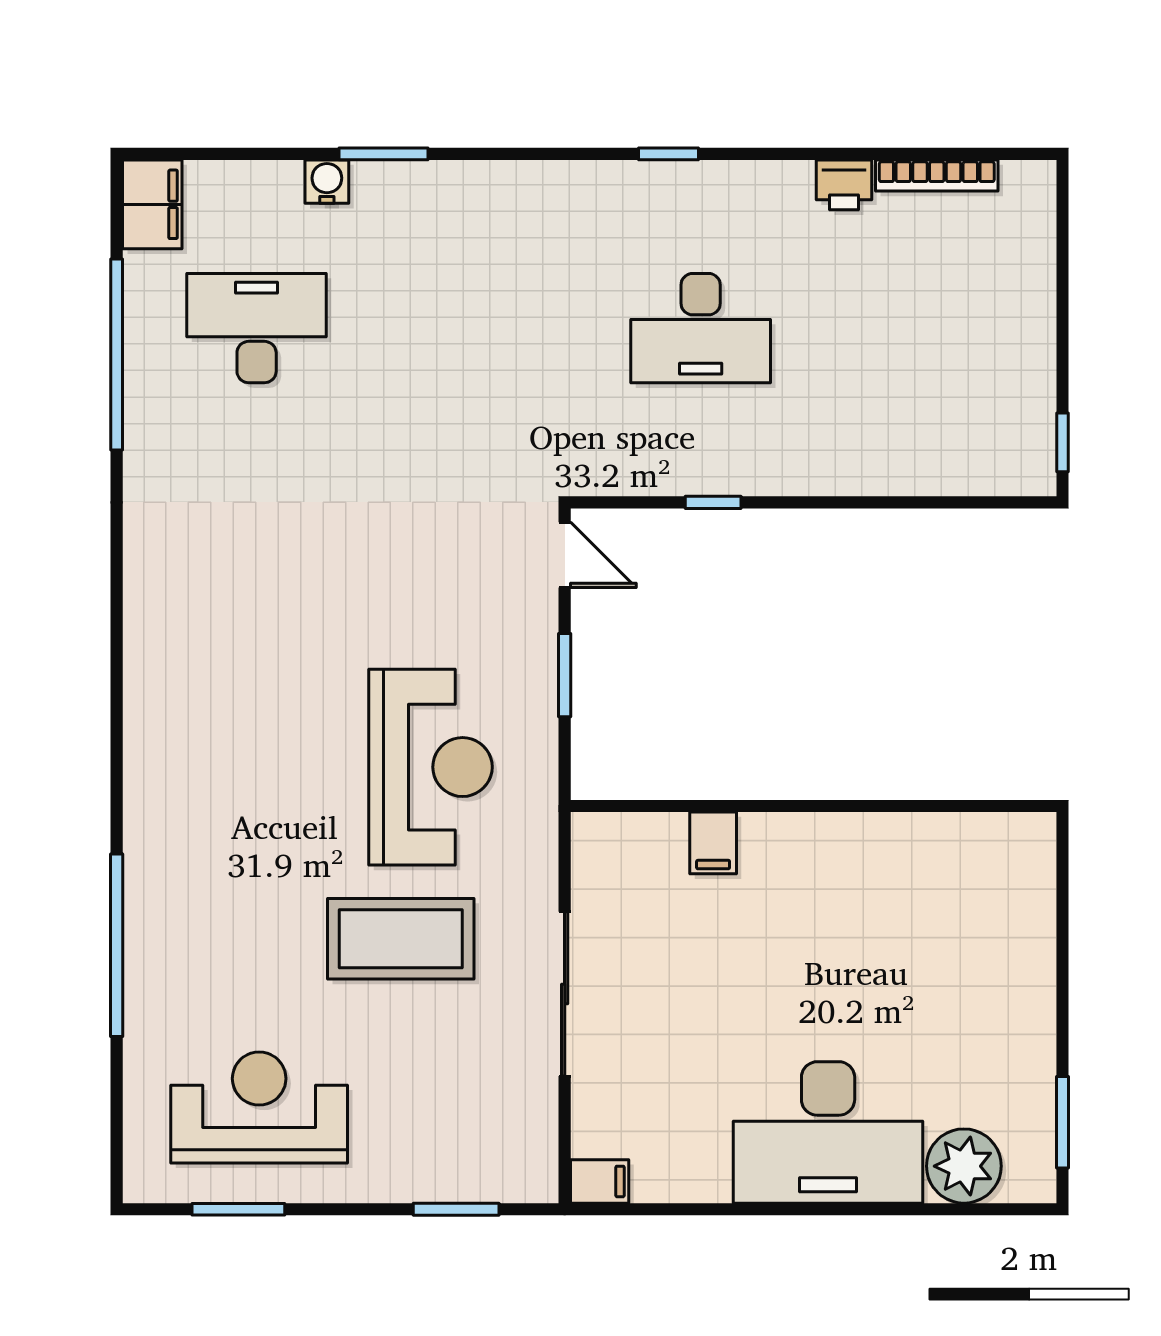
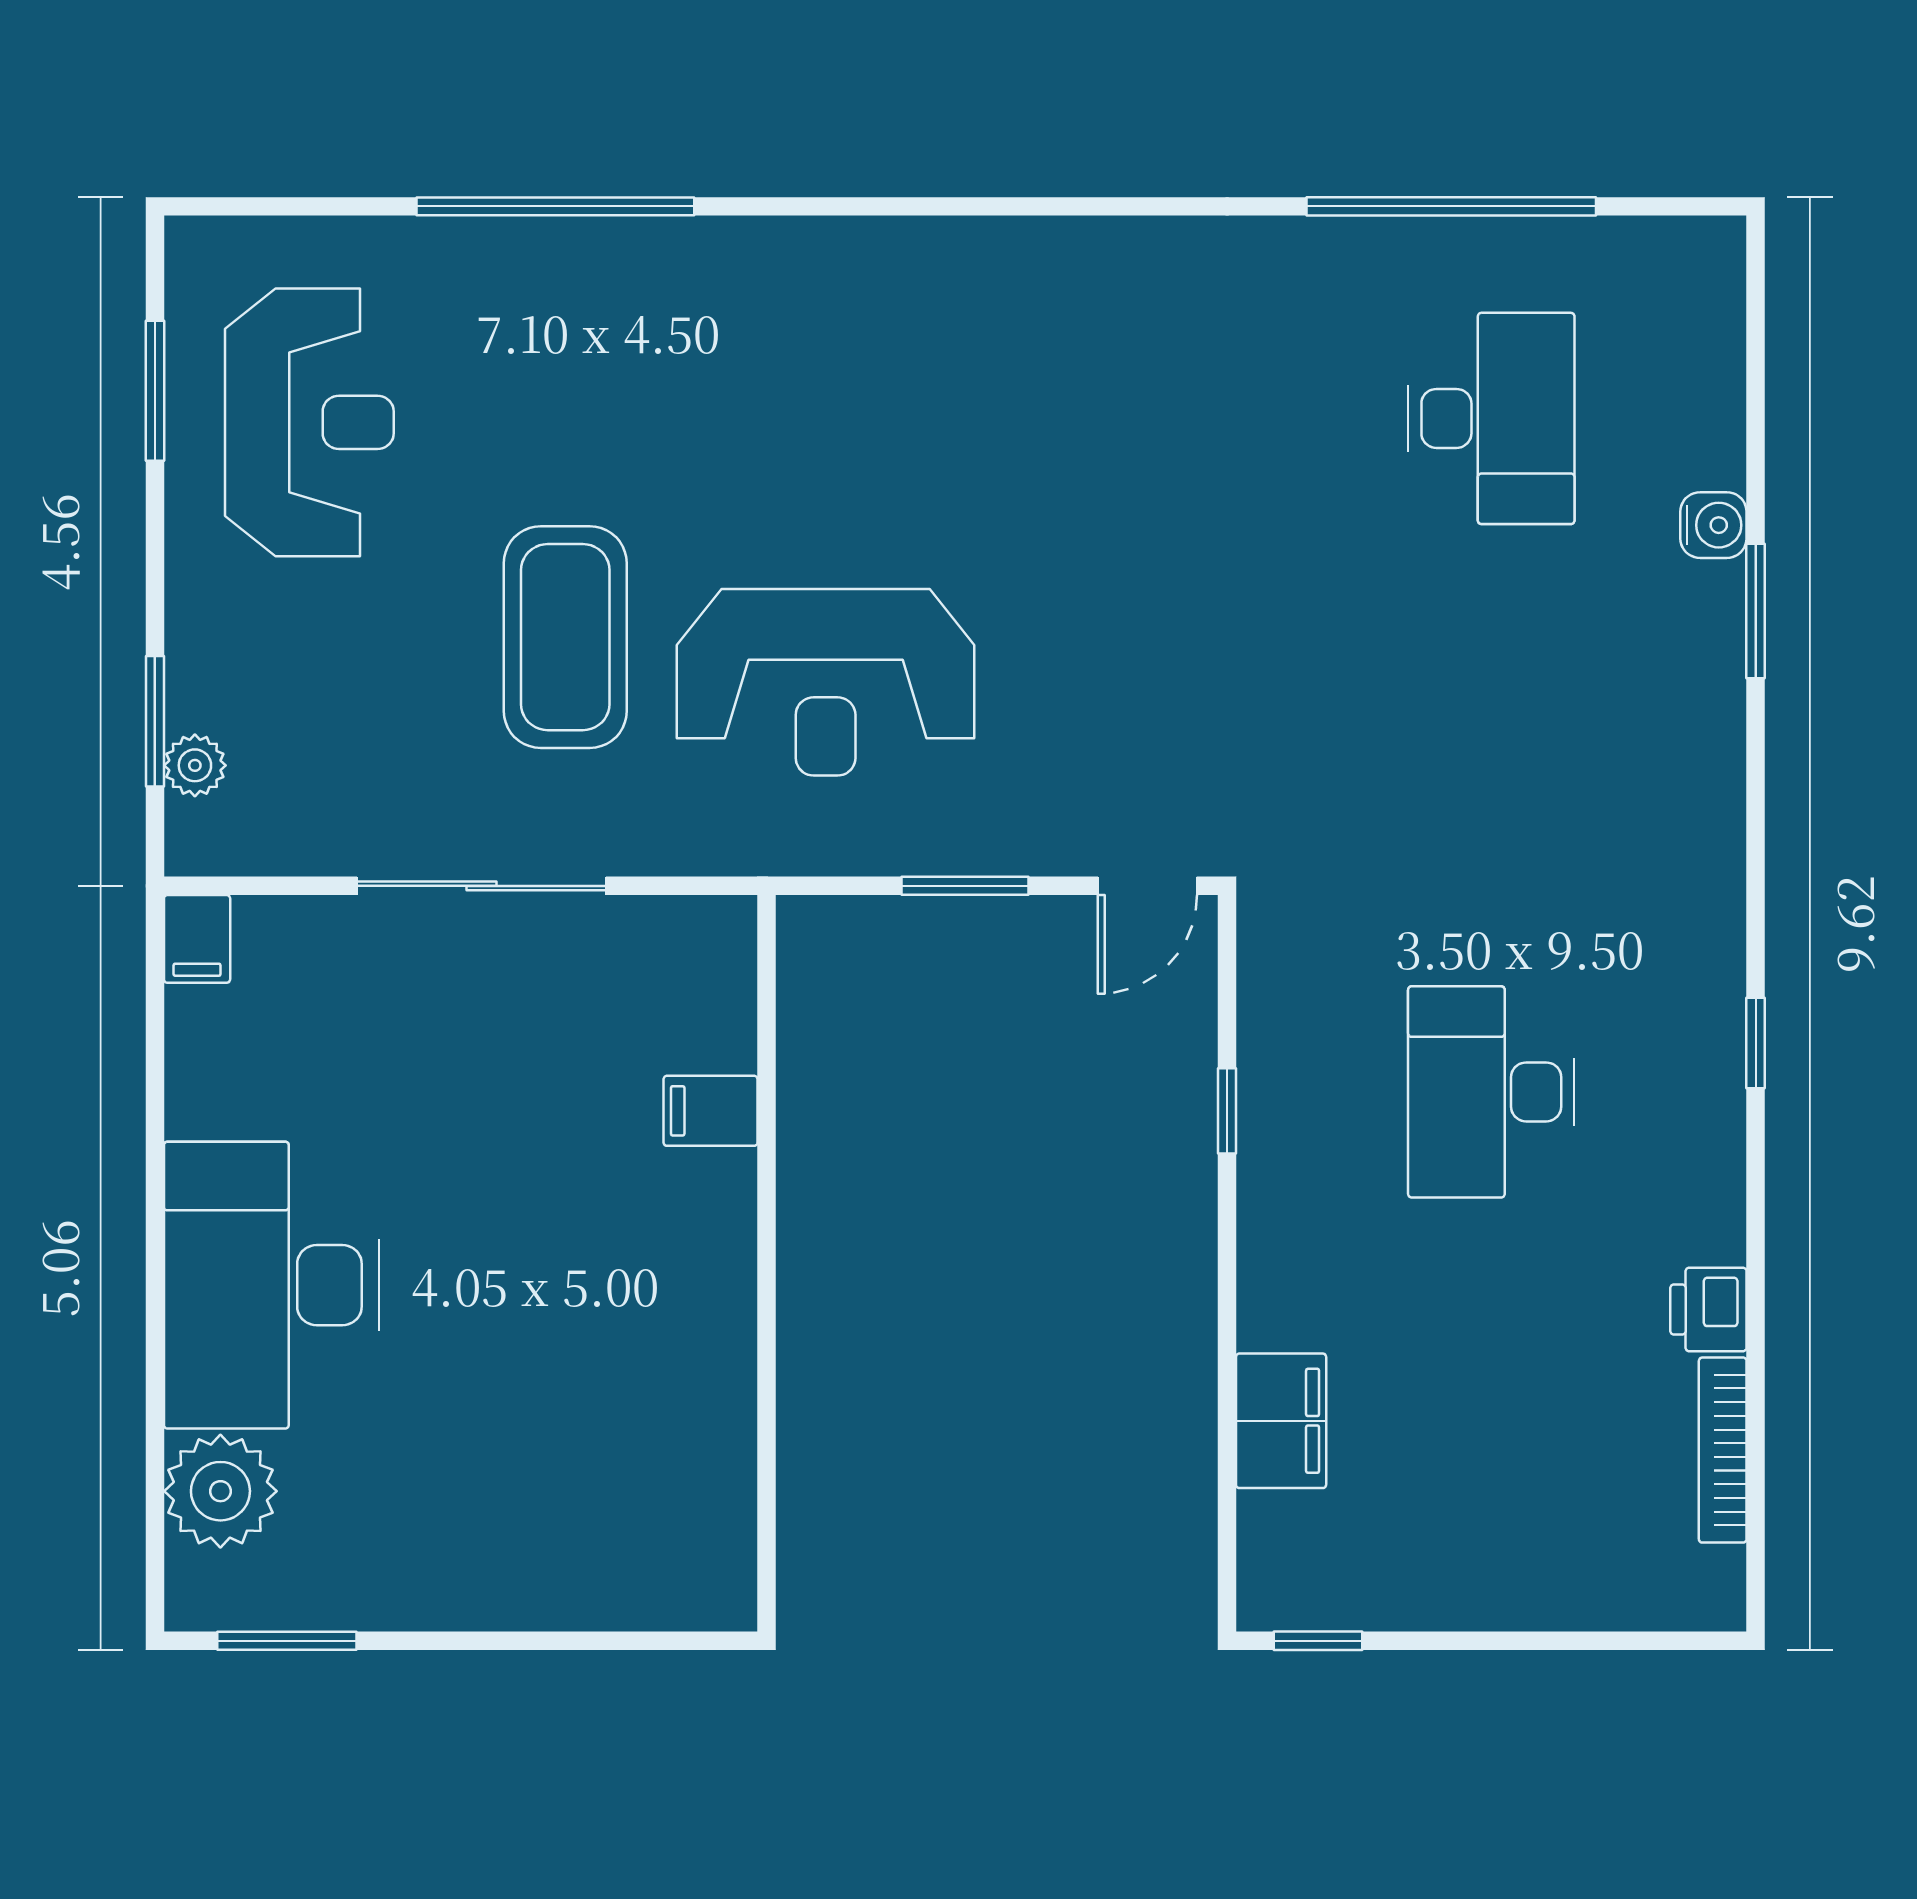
filing cabinet: (152, 204) -> (1281, 1421), moved, turned -90
plant: (485, 1183) -> (195, 765), added

